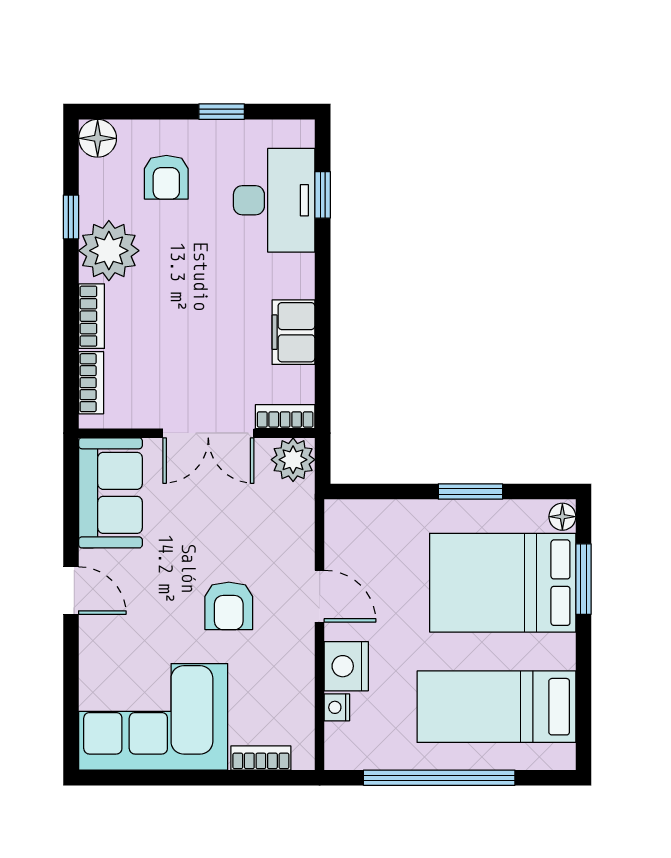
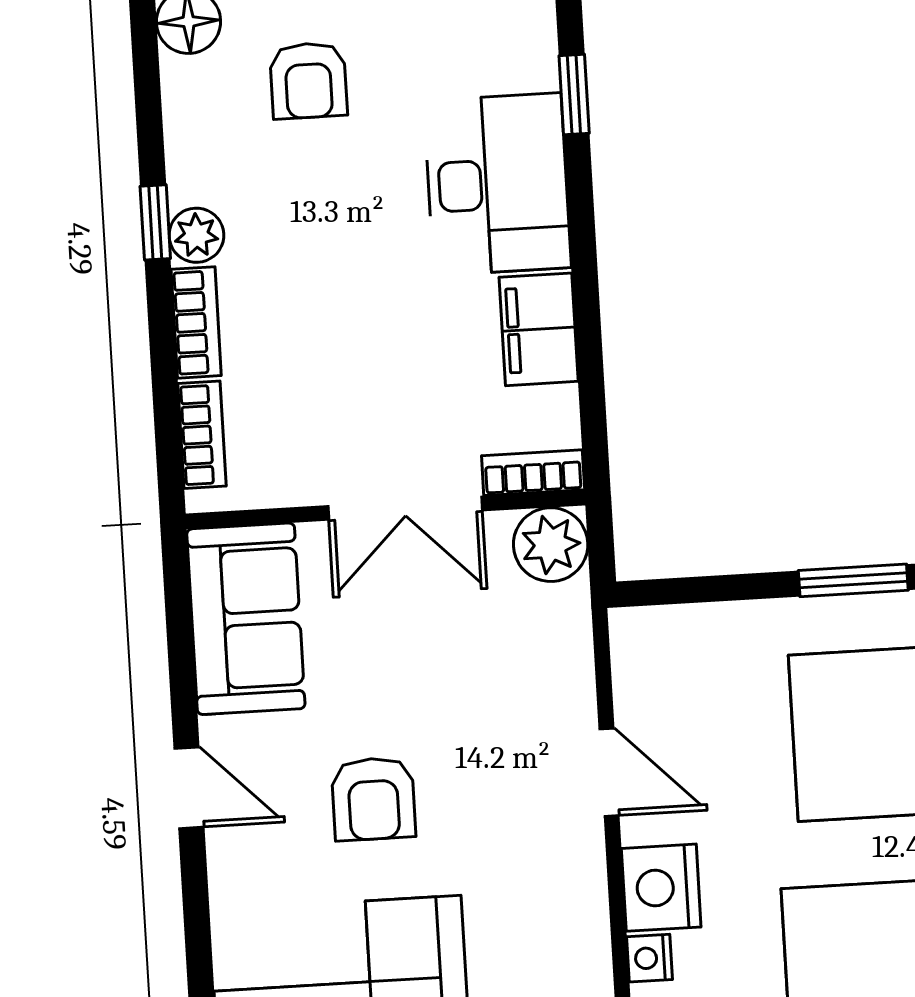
desk: (274, 200) -> (497, 184), moved
window: (71, 217) -> (155, 222), moved
plant: (109, 251) -> (196, 235), width x0.53, depth x0.53
armchair: (229, 606) -> (373, 799), moved

